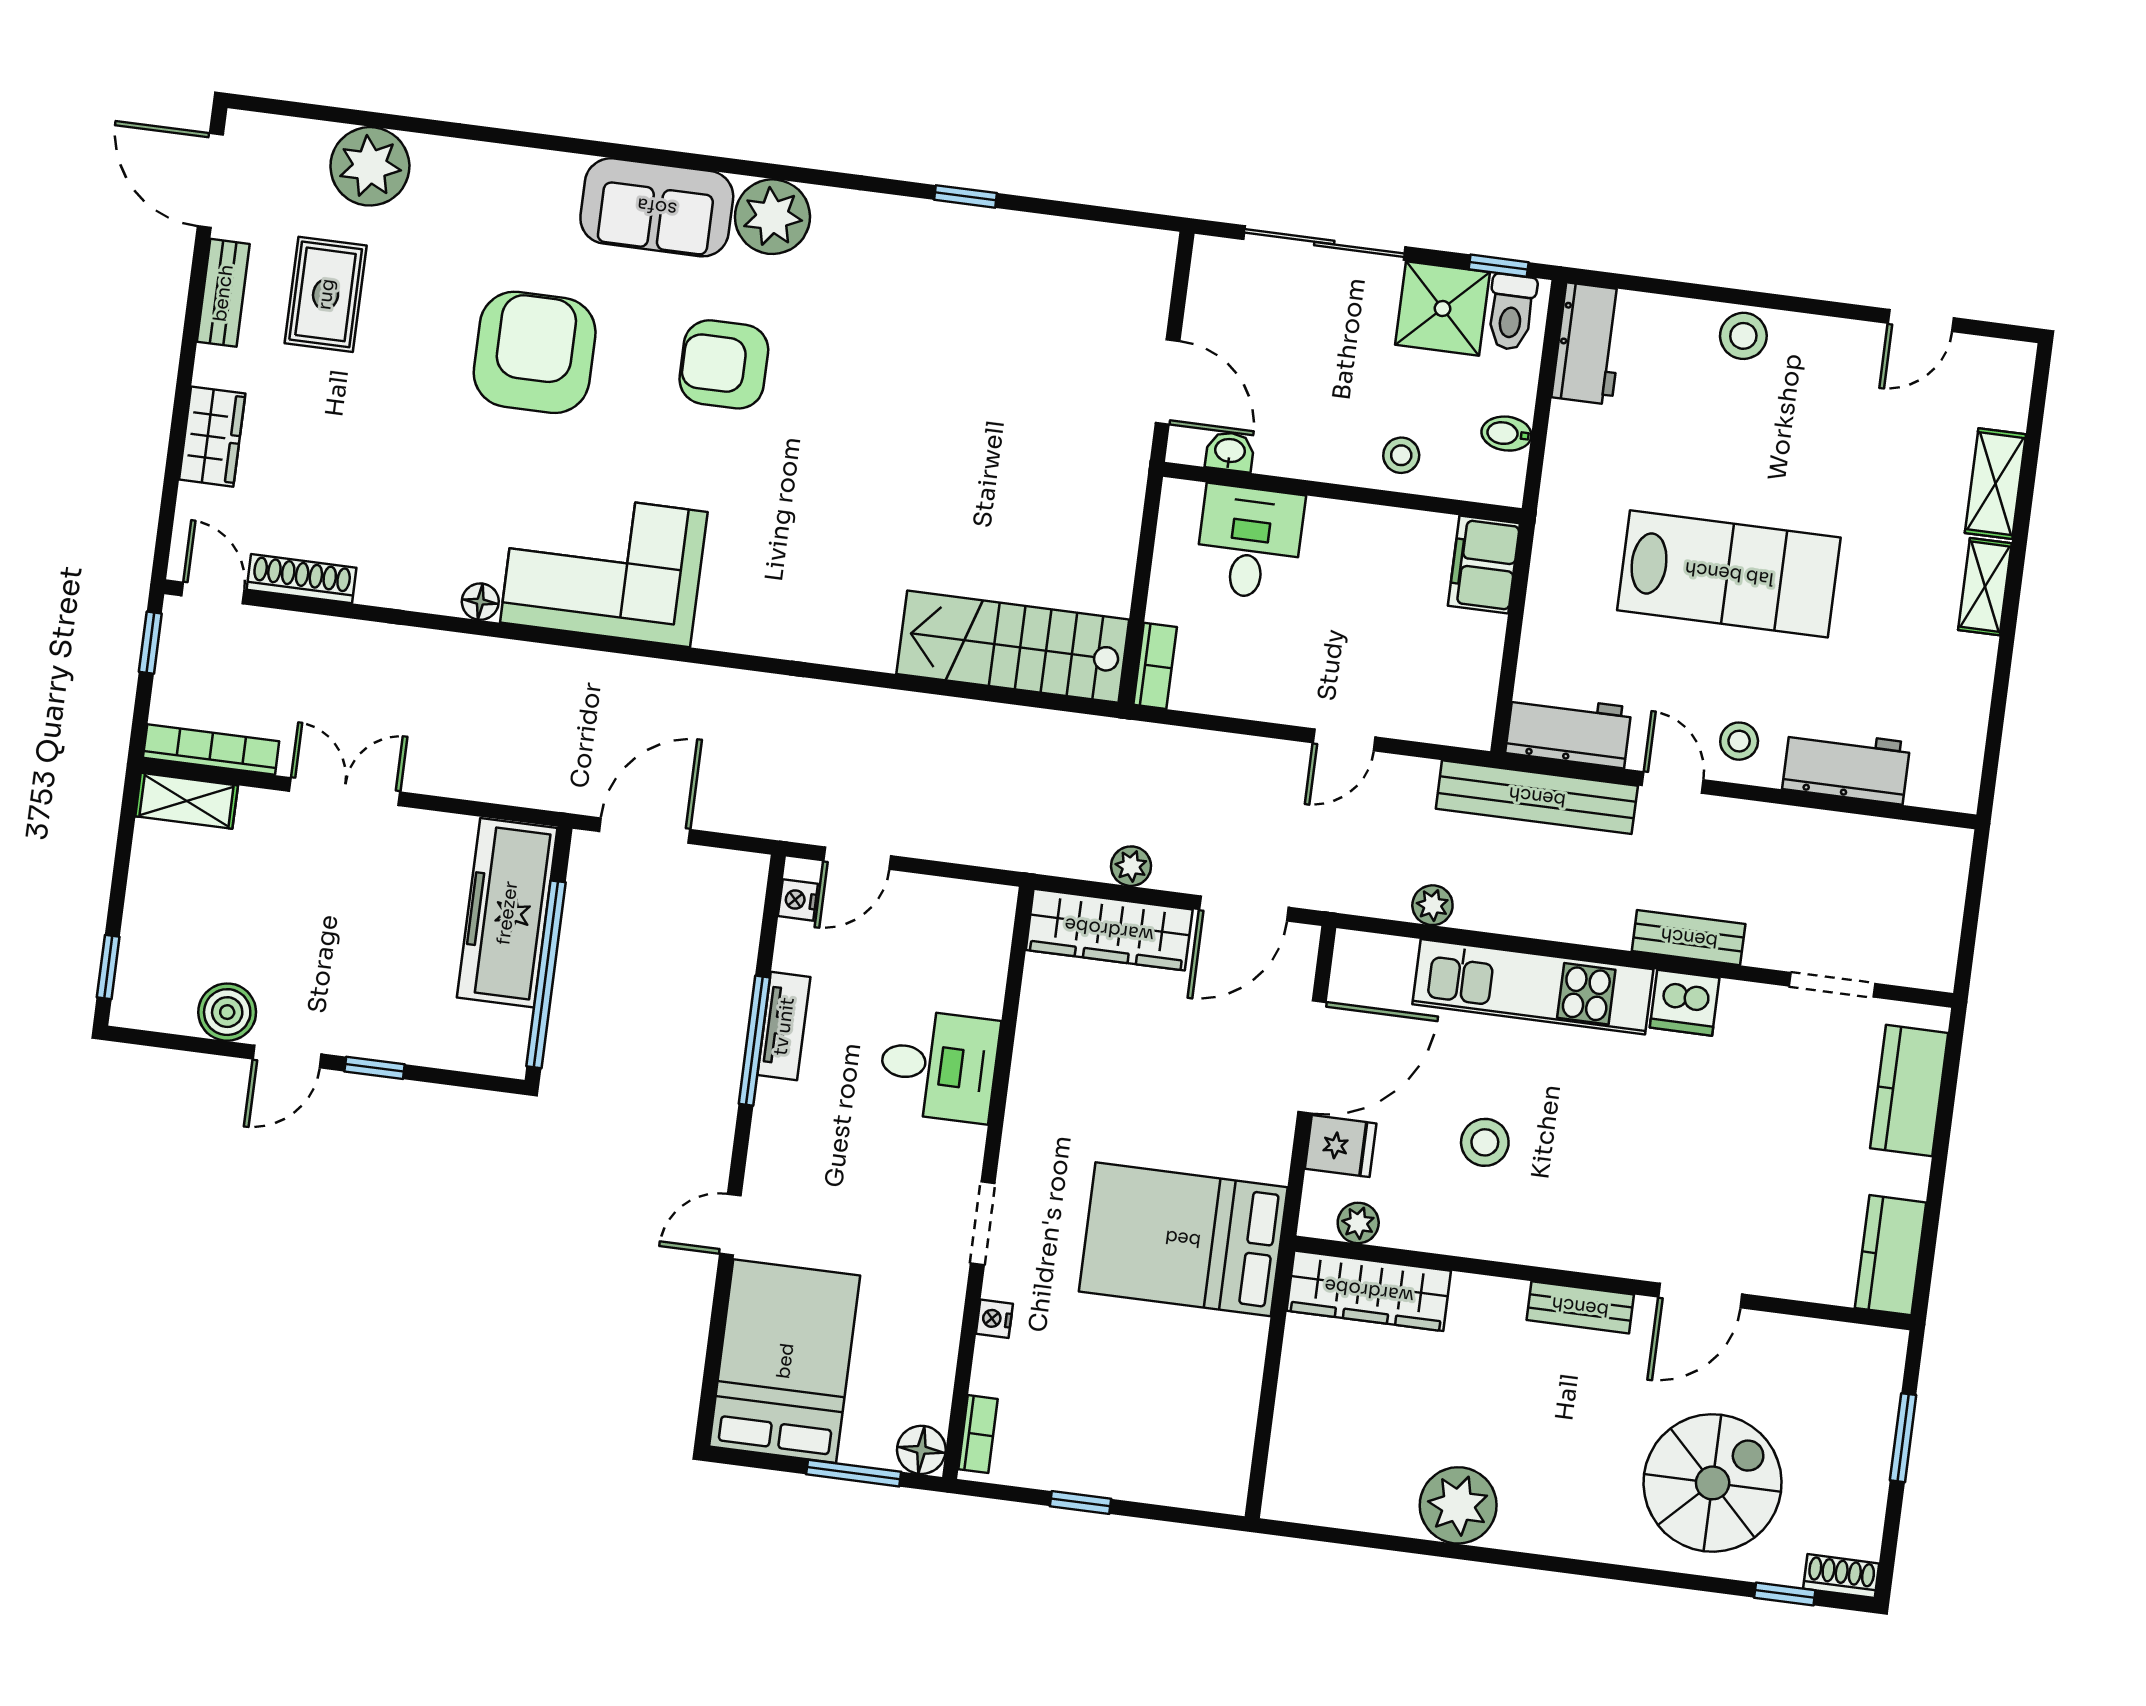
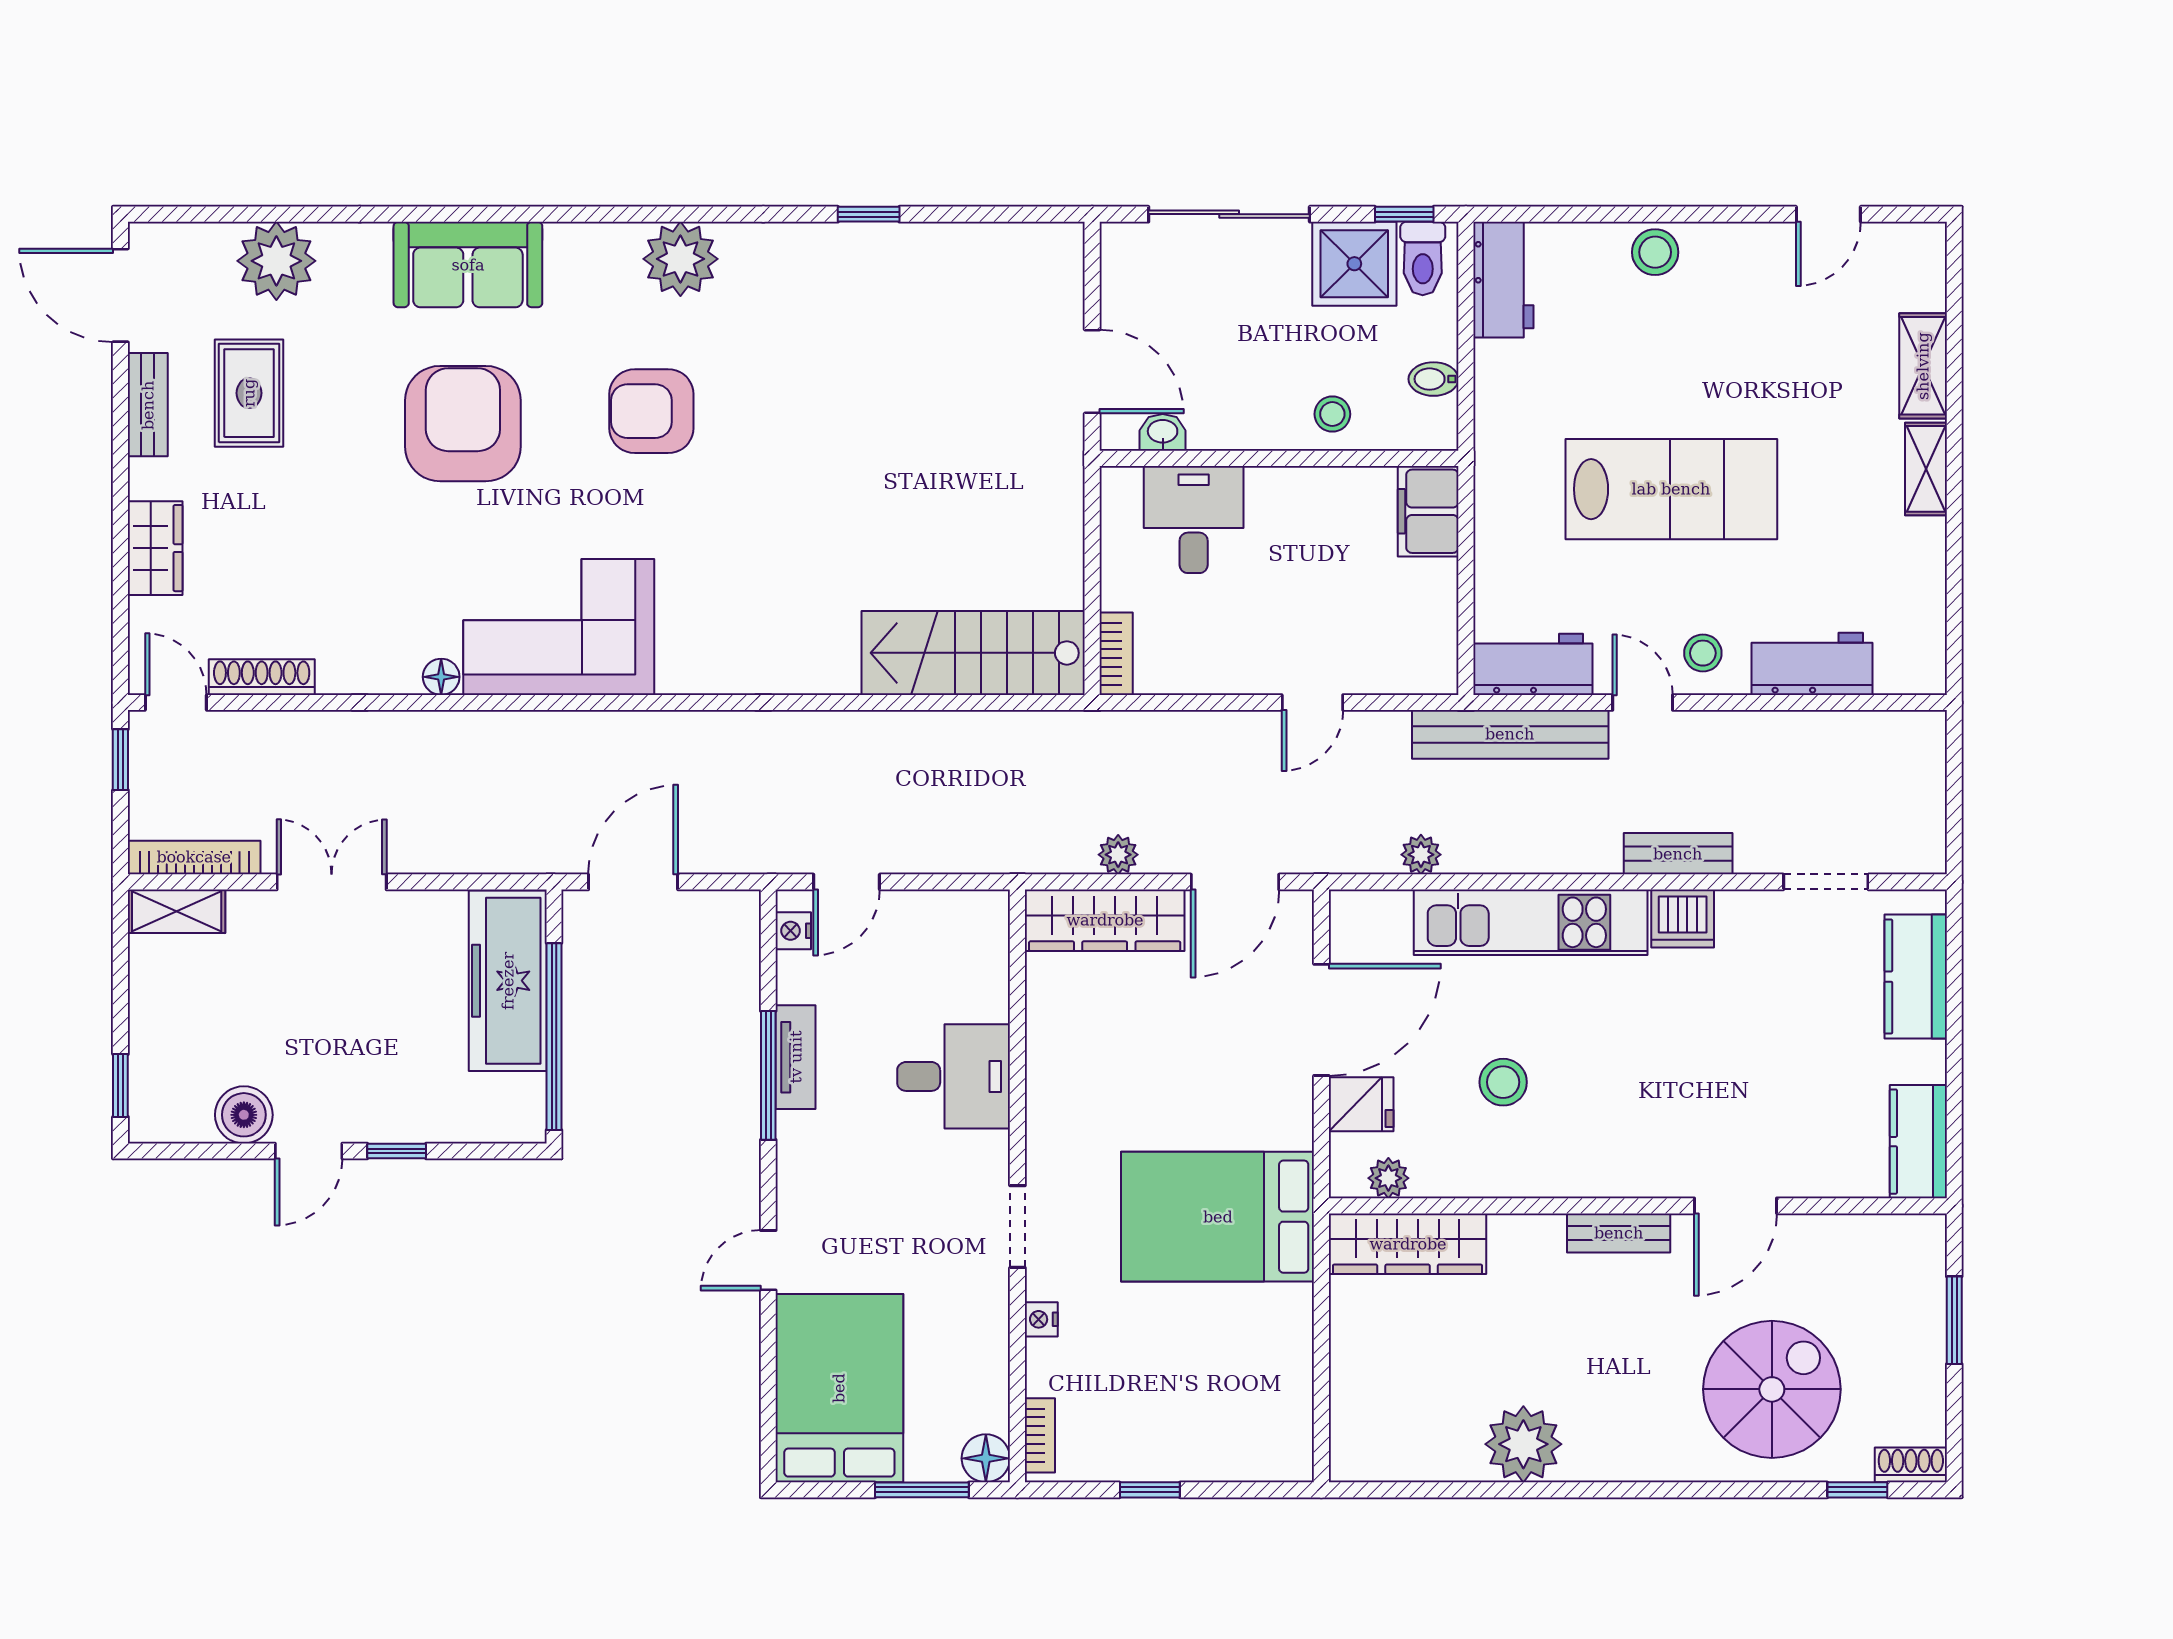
sofa: (657, 207) -> (468, 265), moved

